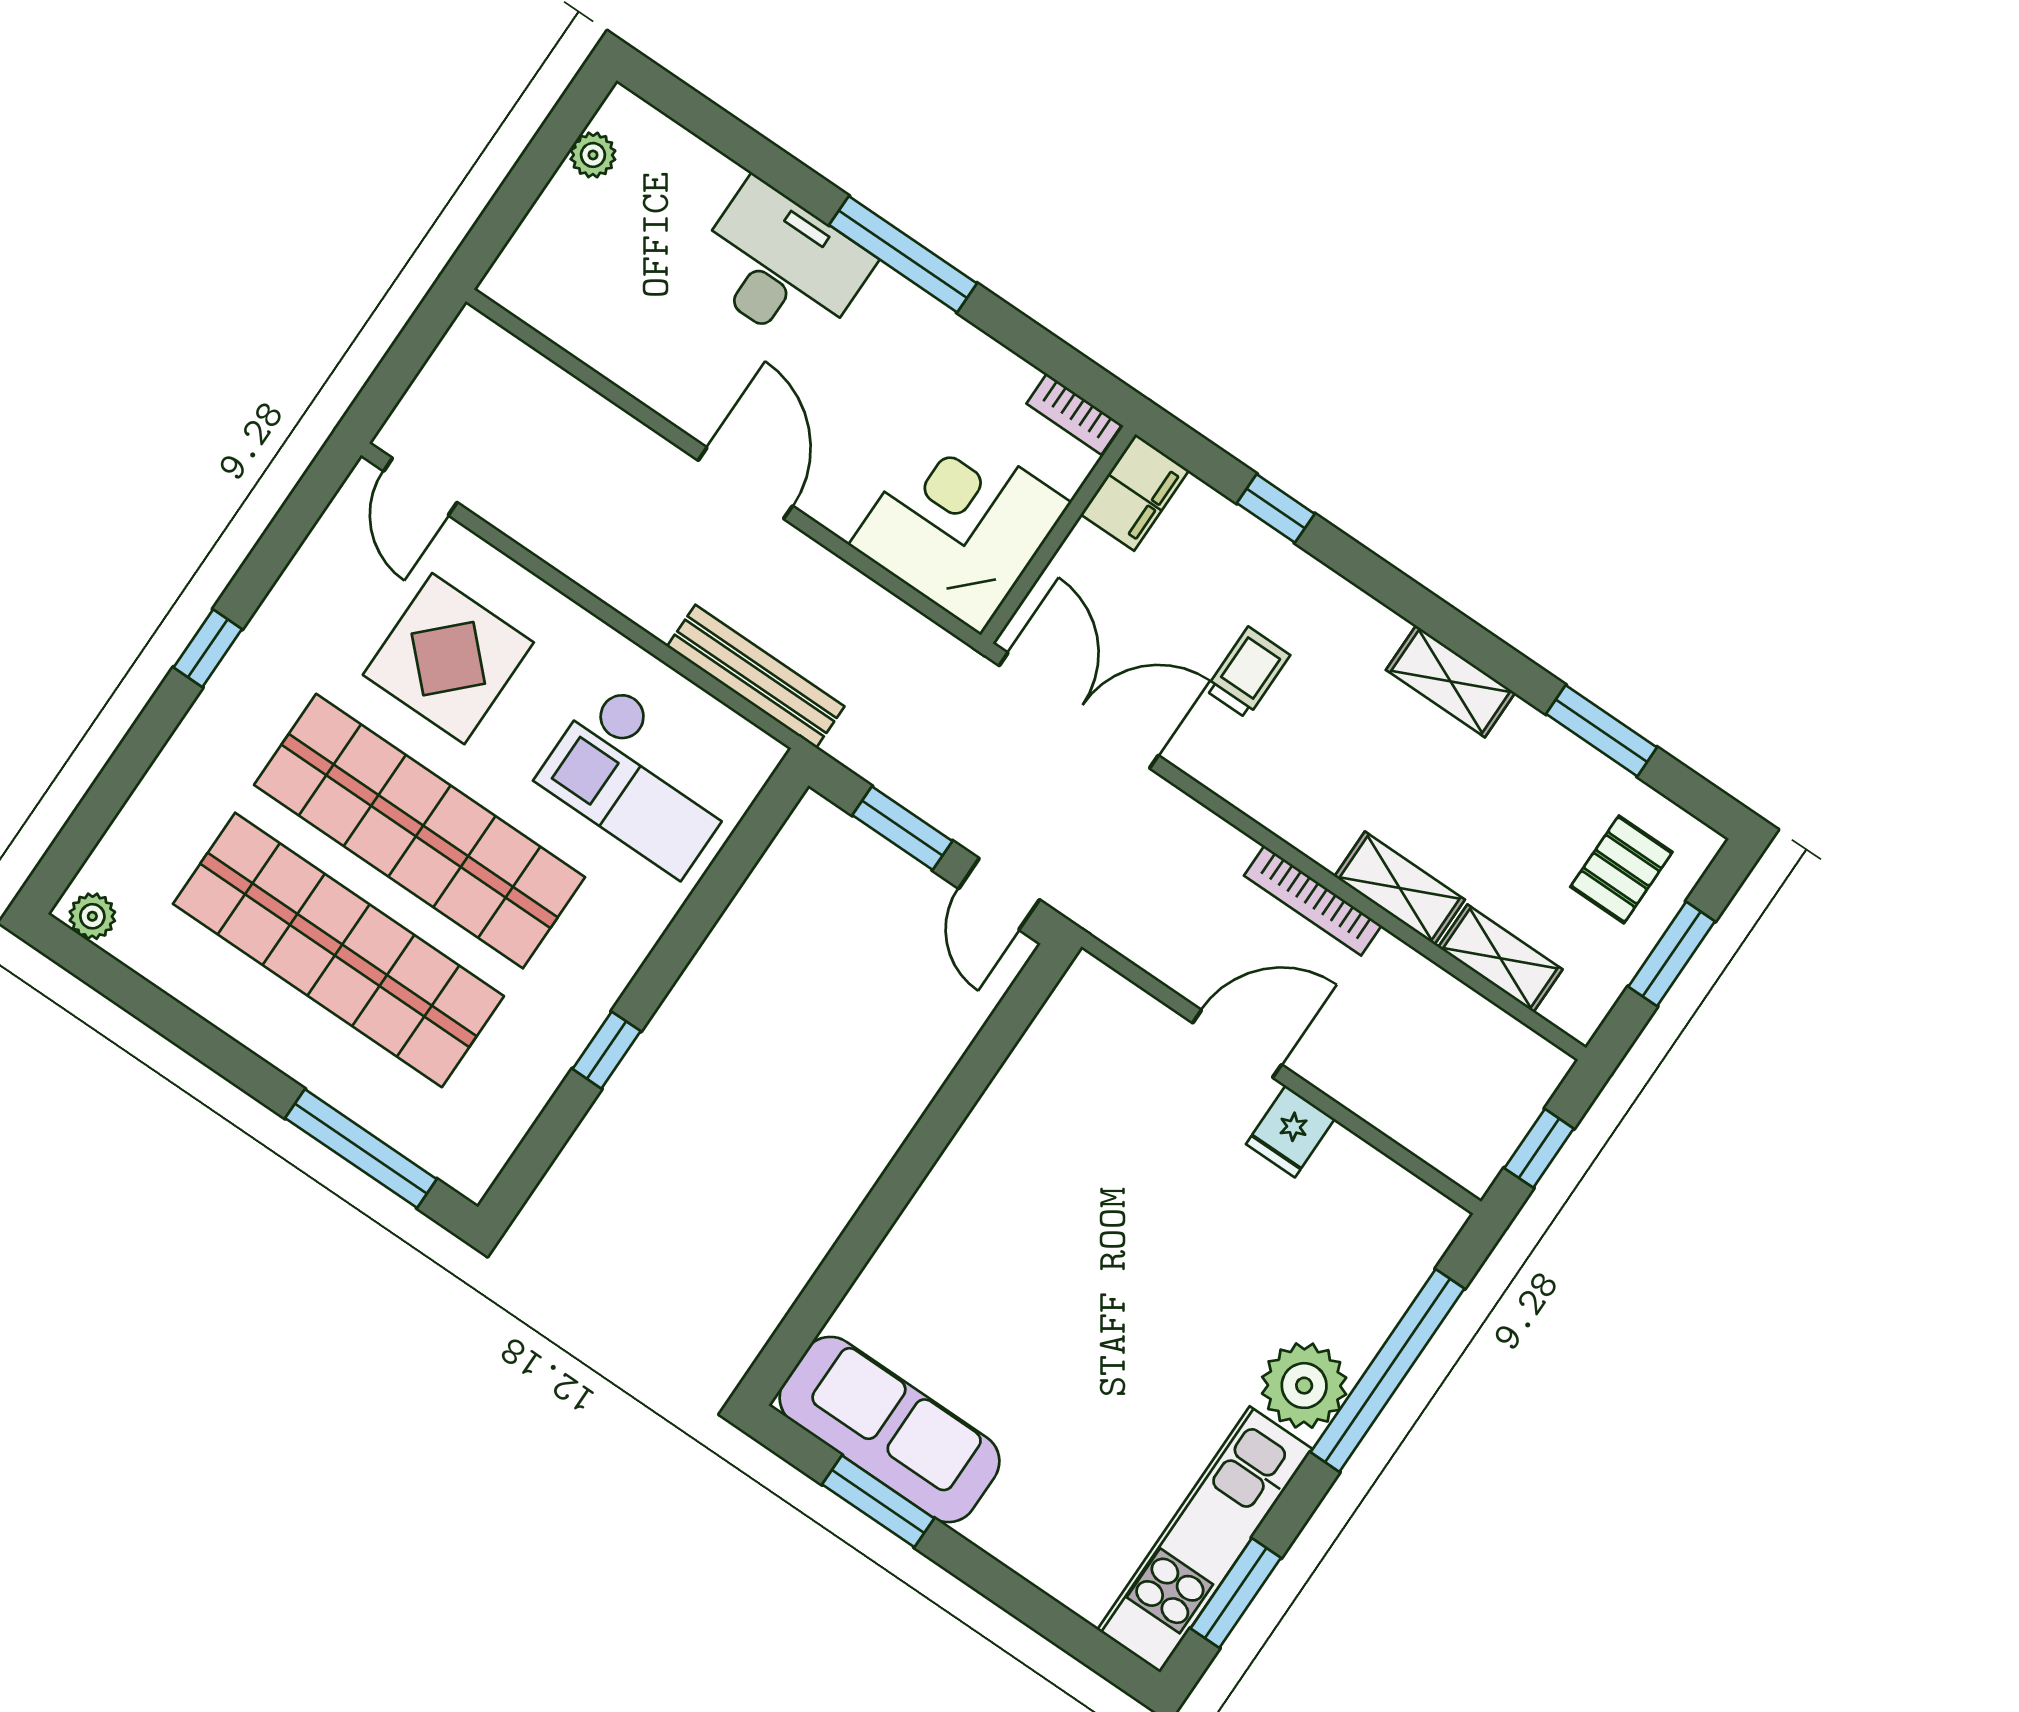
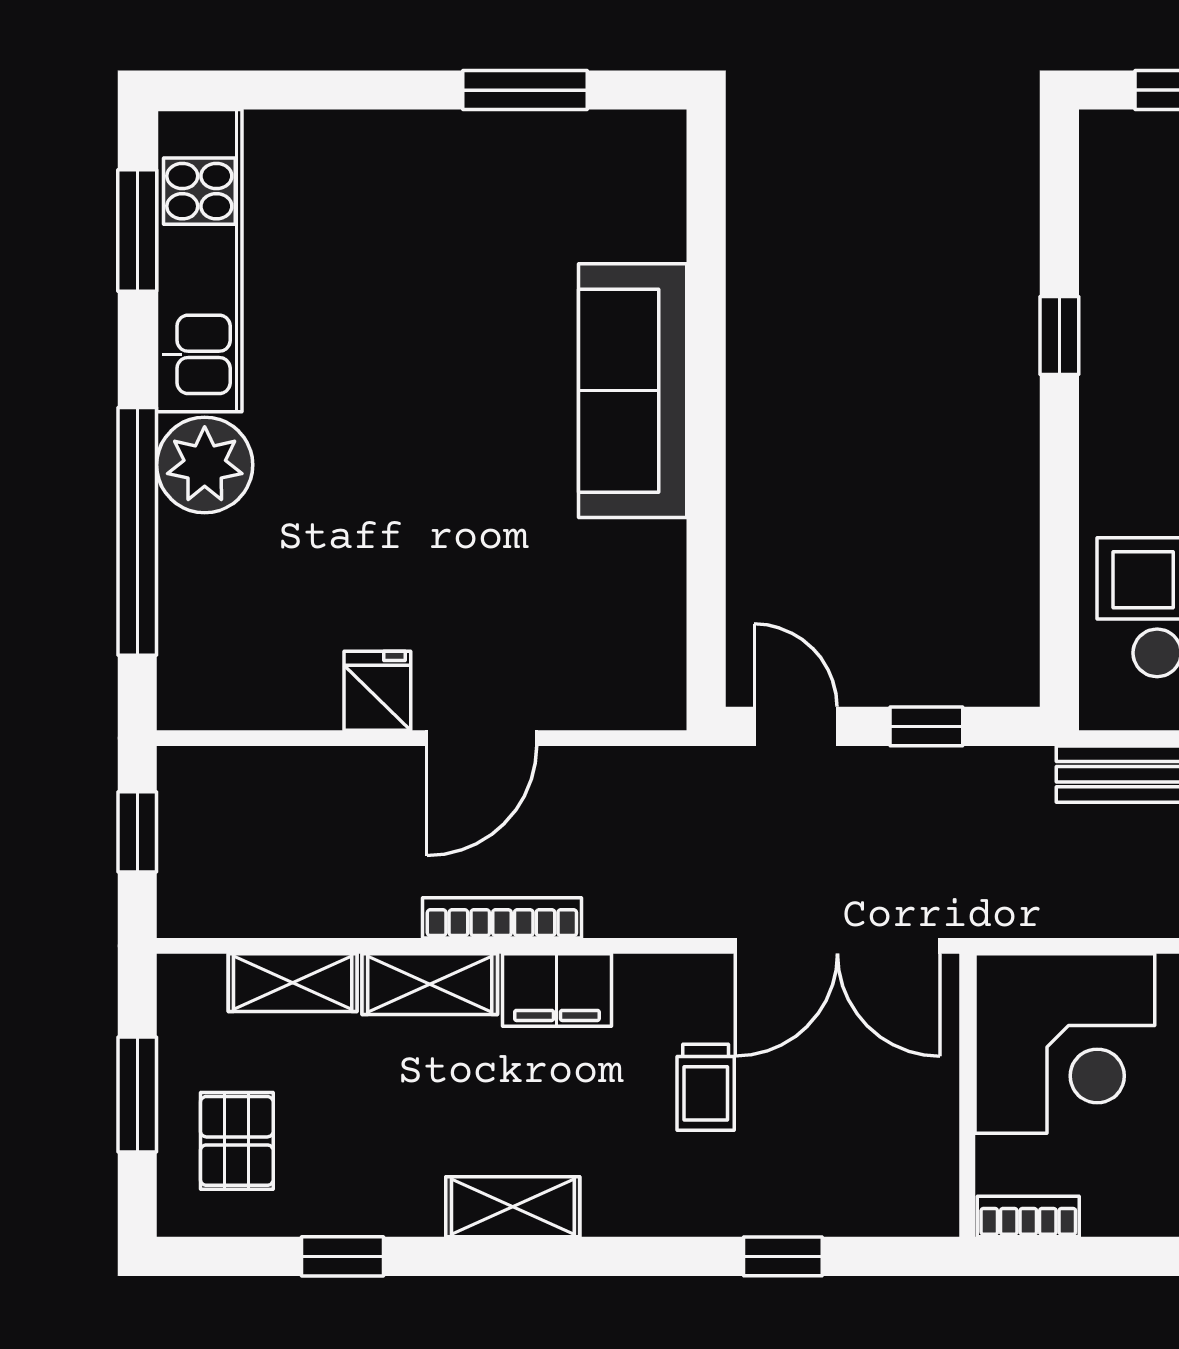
filing cabinet: (1135, 492) -> (557, 990), moved, turned -90
window: (1602, 731) -> (342, 1256), width x0.67
window: (902, 828) -> (926, 726), width x0.67
sofa: (889, 1429) -> (633, 391), moved, turned 90

